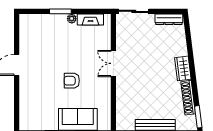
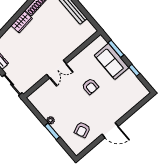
fireplace: (90, 19) -> (41, 108), removed
armchair: (39, 40) -> (82, 130), added

